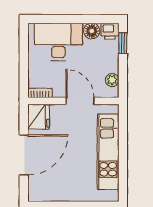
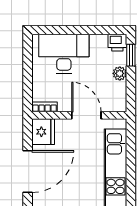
floor lamp: (92, 31) -> (98, 42), removed
plant: (112, 80) -> (120, 73), moved

